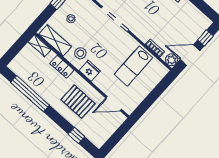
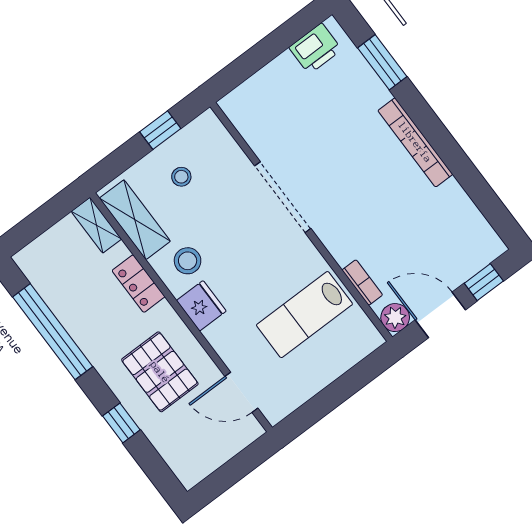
window: (76, 135) -> (121, 423), moved

